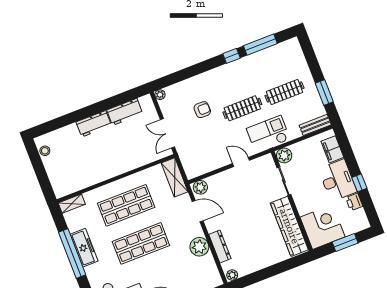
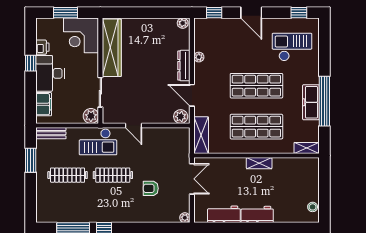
shelving: (110, 172) -> (259, 163), added
dresser: (220, 246) -> (184, 66), moved
plant: (199, 247) -> (199, 57), width x0.53, depth x0.53

